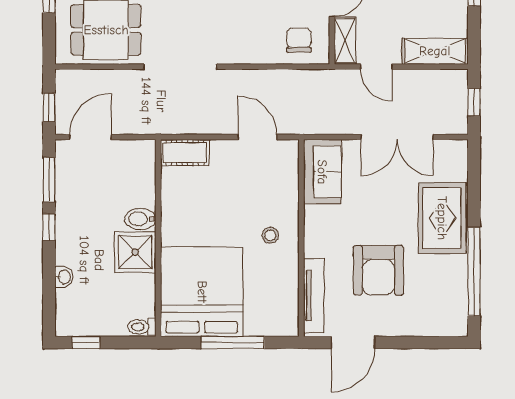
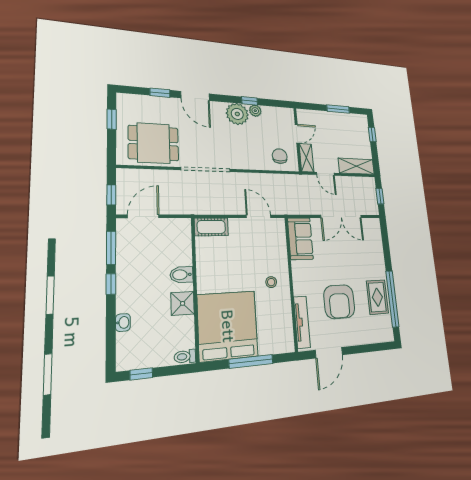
rug: (442, 218) -> (377, 297), moved, width x0.73, depth x0.70
shower: (135, 252) -> (183, 303), width x0.73, depth x0.73

